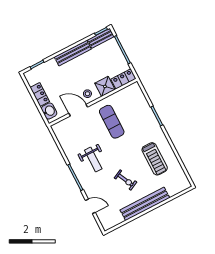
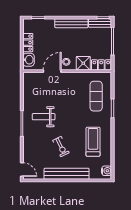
door: (78, 110) -> (52, 71), hinge flipped
exercise mat: (112, 122) -> (96, 96), moved
weight bench: (93, 159) -> (44, 117), turned 90
treadmill: (155, 159) -> (93, 142), turned 180
water cooler: (183, 180) -> (107, 171), added
door: (90, 206) -> (22, 170), moved

